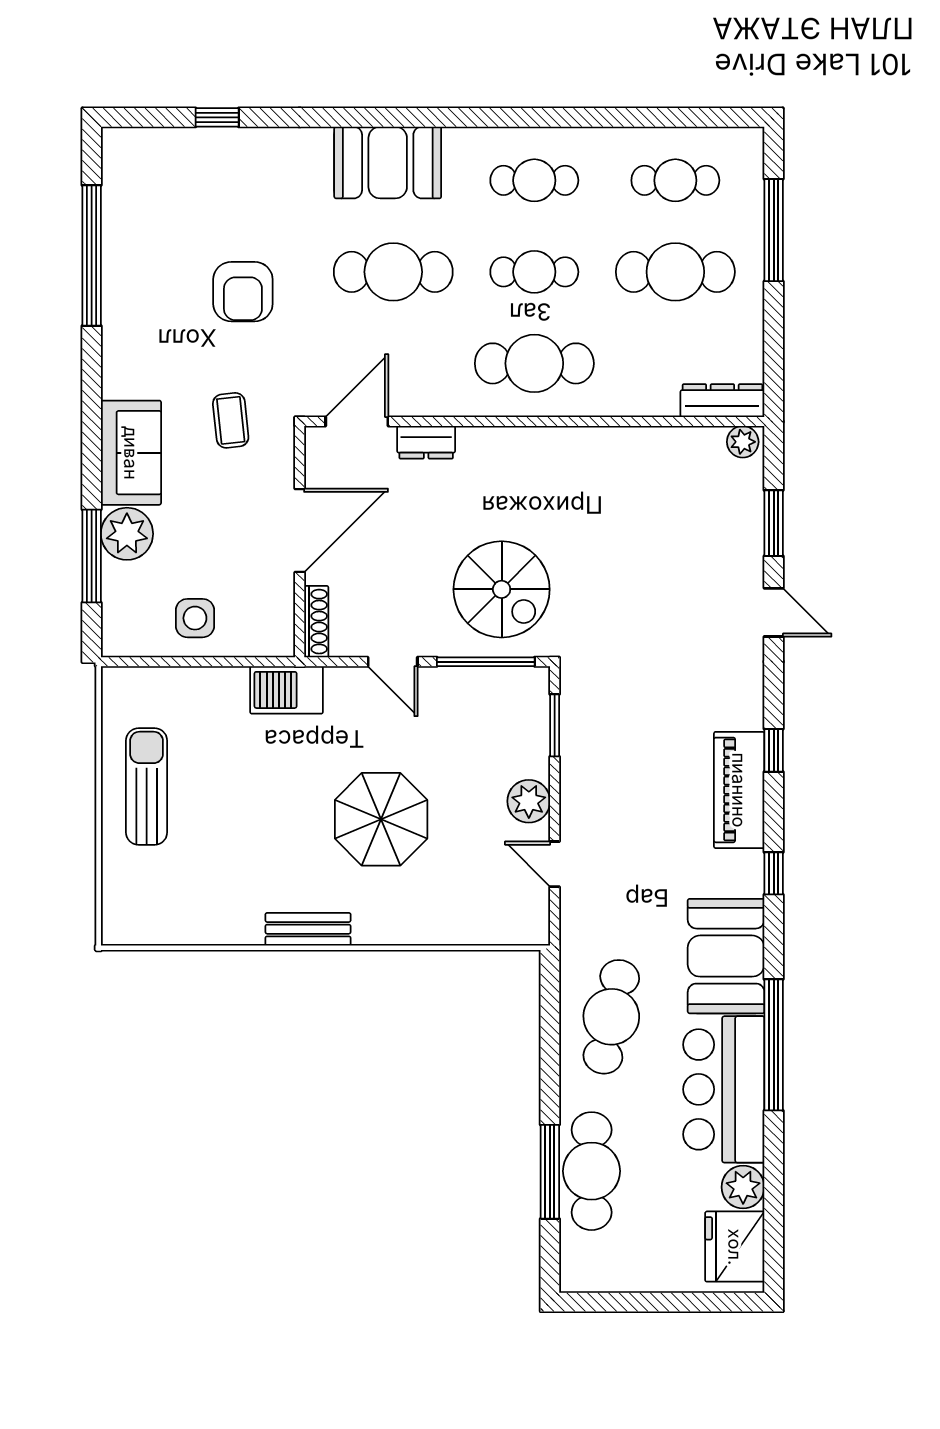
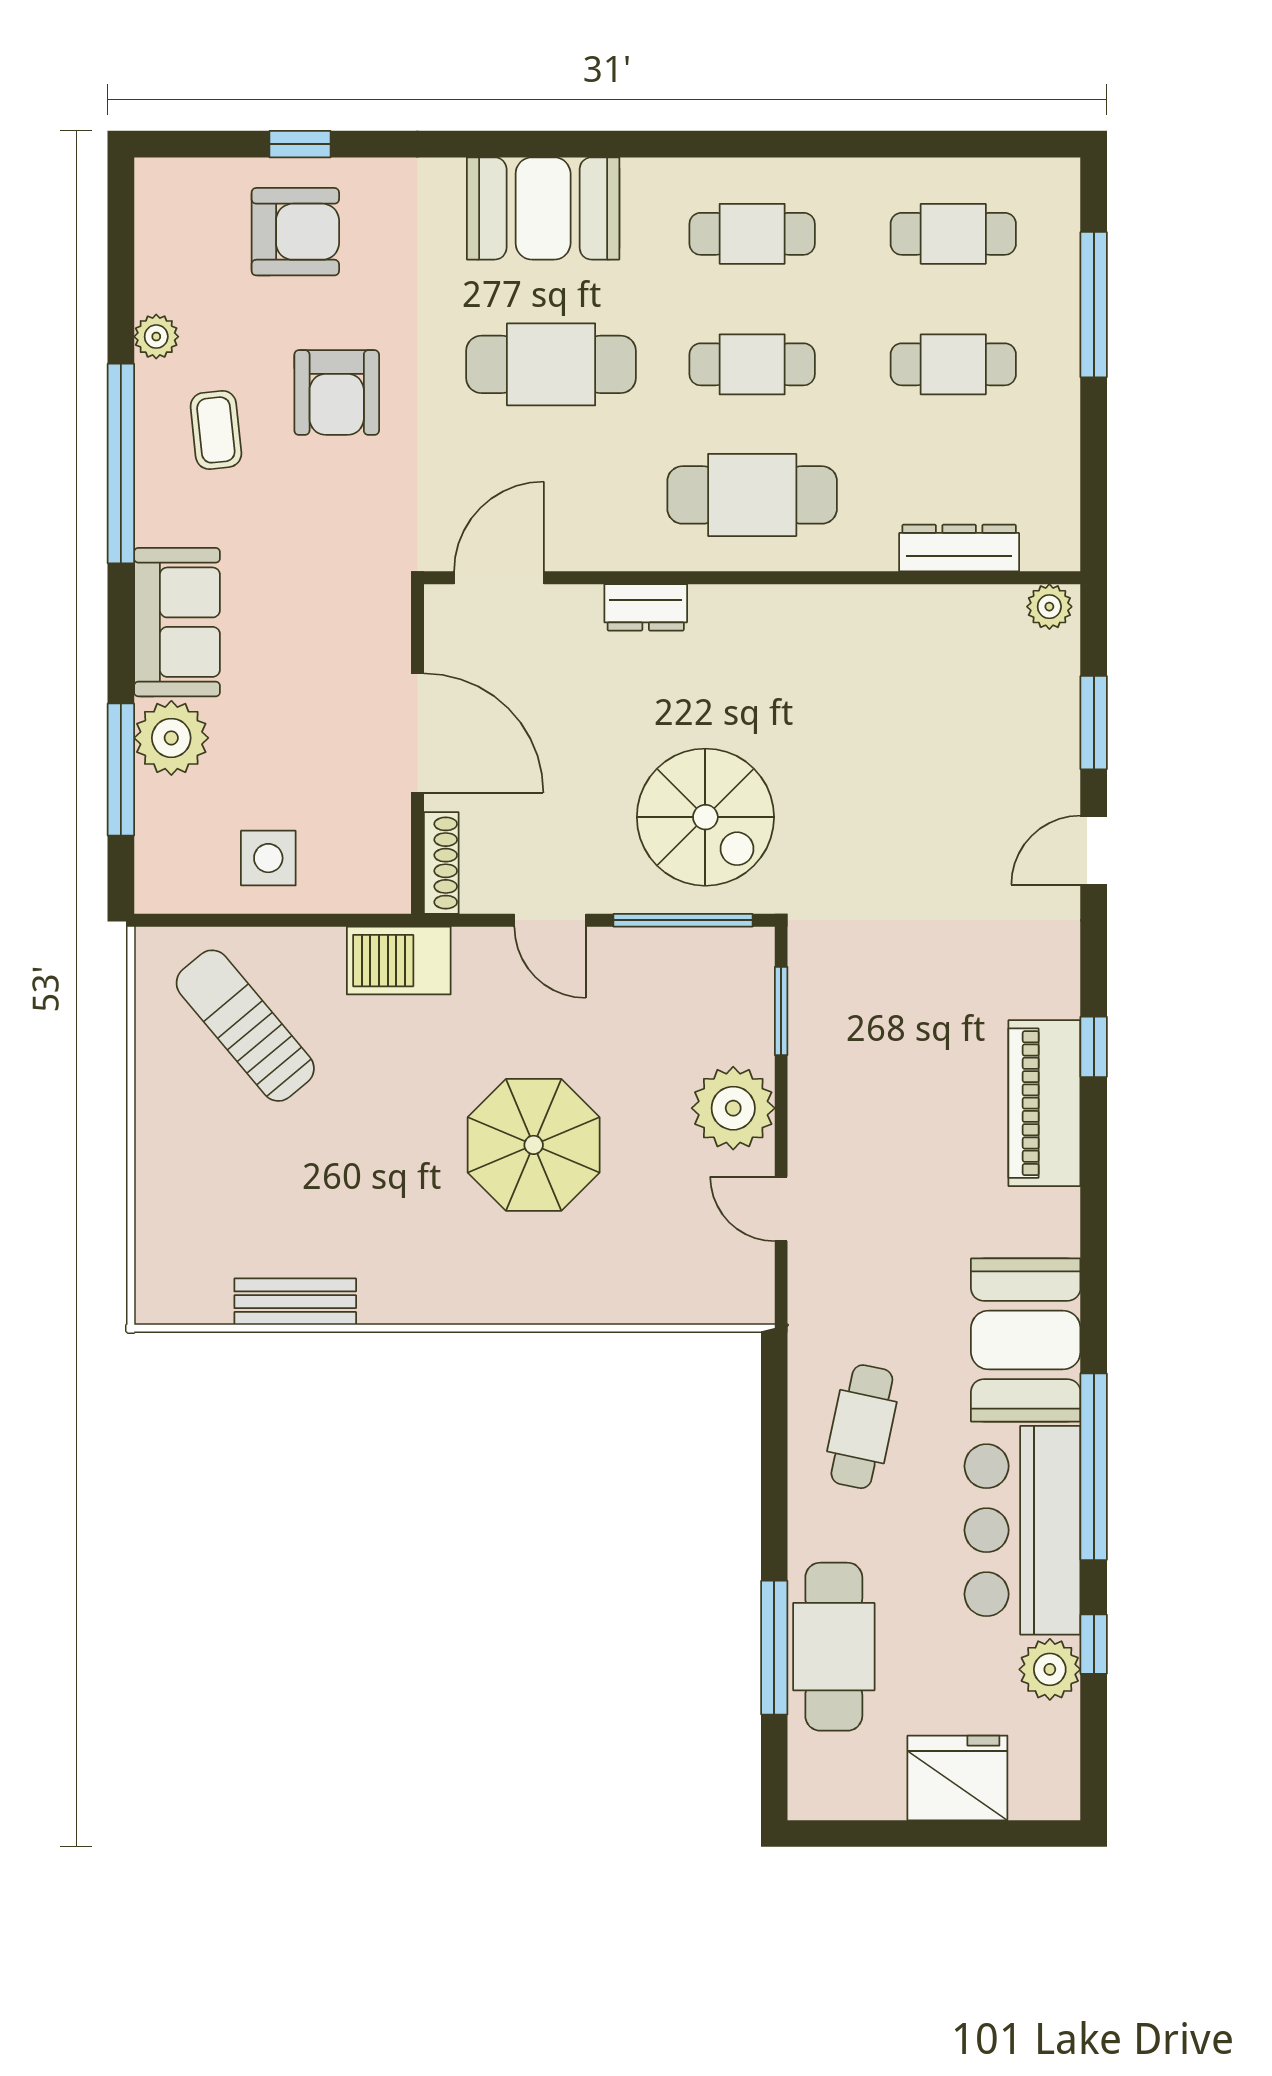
armchair: (214, 179) -> (295, 232), added
plant: (116, 252) -> (156, 337), added
window: (92, 256) -> (121, 463), moved
cafe table: (675, 272) -> (953, 364), width x0.73, depth x0.74
dresser: (722, 401) -> (959, 548), moved
coffee table: (231, 420) -> (216, 430), moved
dresser: (426, 442) -> (646, 607), moved
door: (300, 530) -> (418, 733), hinge flipped
door: (774, 612) -> (1094, 850), swing flipped
sun lounger: (147, 786) -> (245, 1026), moved, turned -40
plant: (529, 801) -> (733, 1108), width x1.36, depth x1.36
window: (774, 873) -> (1094, 1644), moved
bench: (308, 929) -> (295, 1302), moved
cafe table: (611, 1017) -> (862, 1427), width x0.73, depth x0.74
fridge: (735, 1247) -> (957, 1778), moved, turned 90

